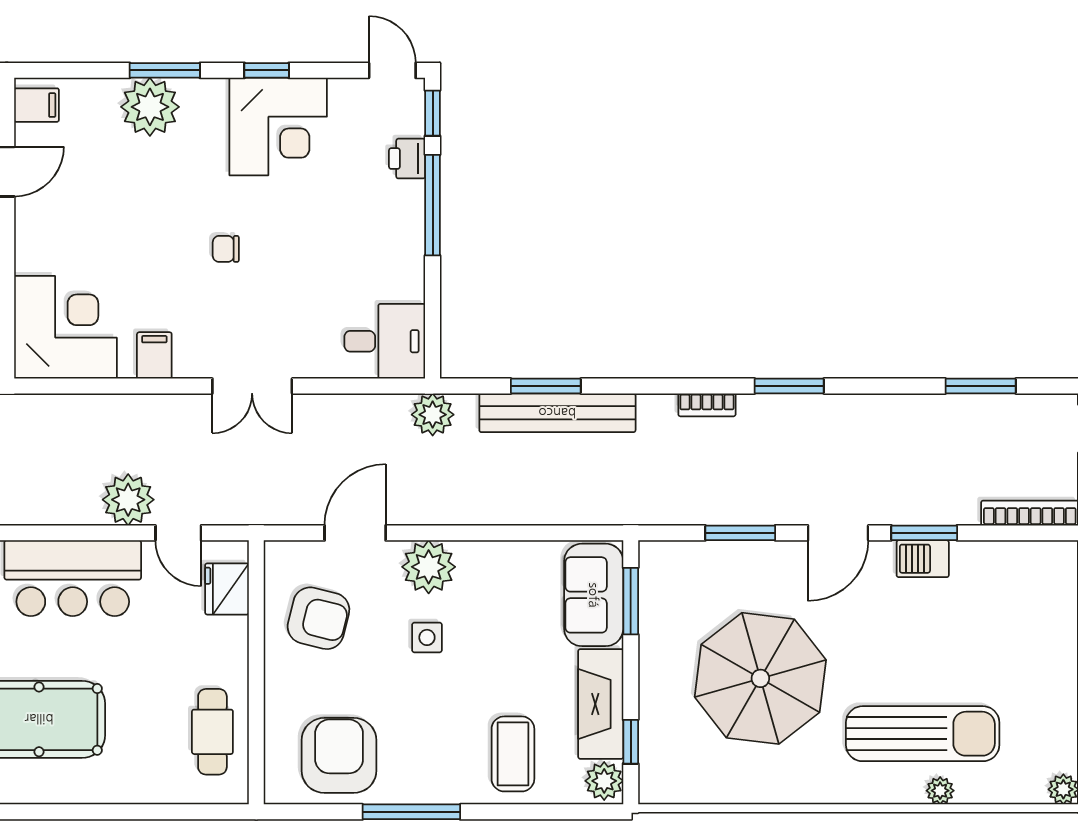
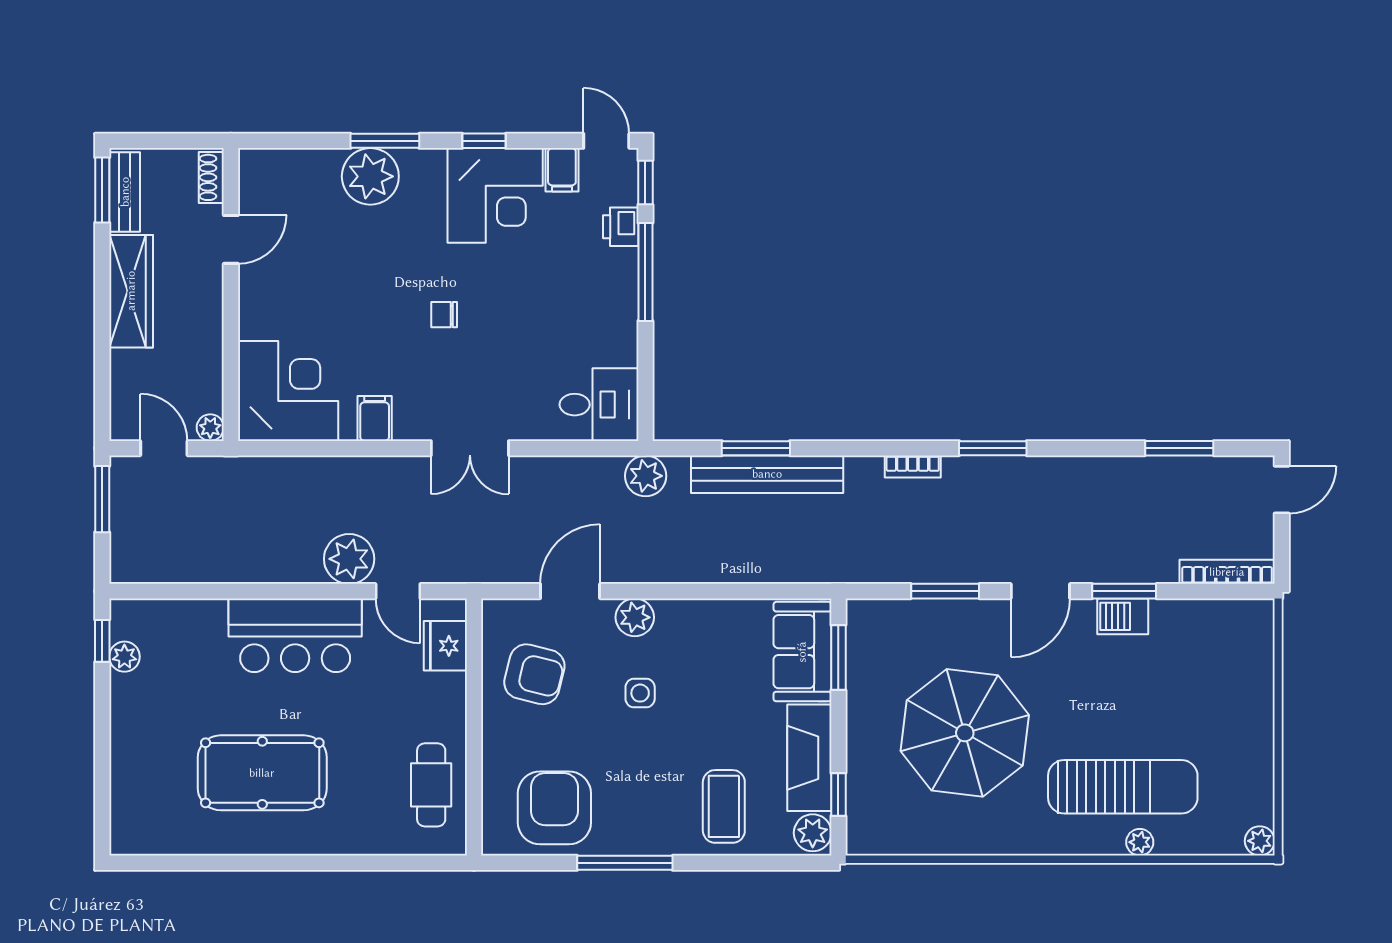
filing cabinet: (36, 105) -> (562, 170), moved, turned 90
plant: (429, 567) -> (635, 617), width x0.73, depth x0.73

